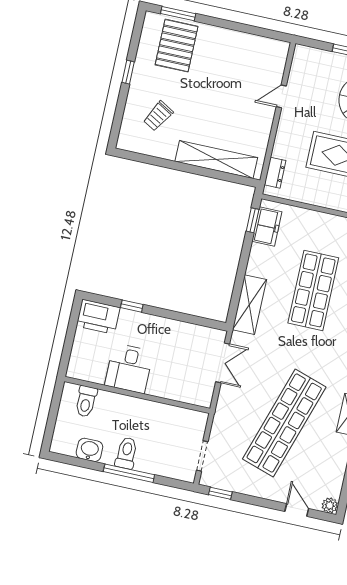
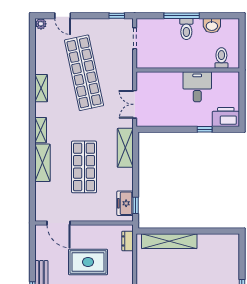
trolley: (158, 116) -> (215, 262), removed
shop shelf: (284, 423) -> (84, 73), turned -30

